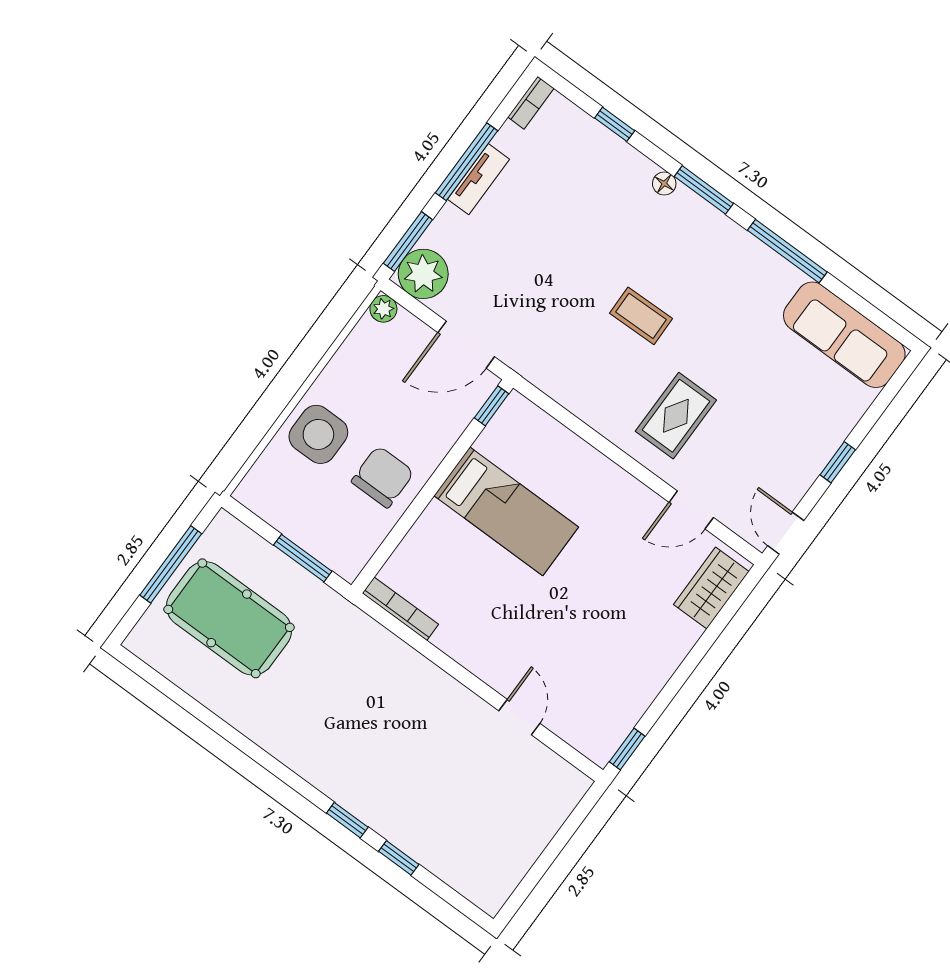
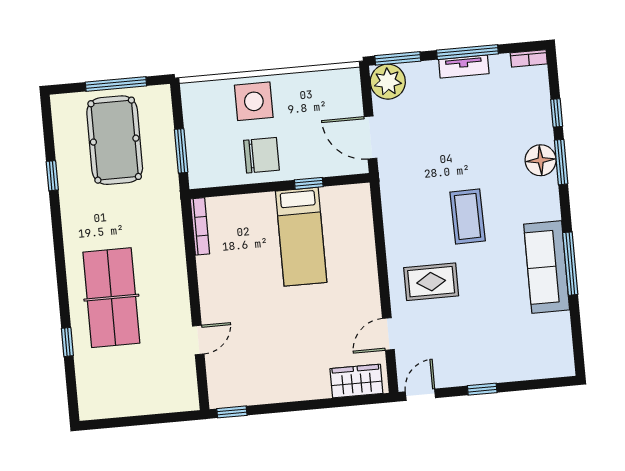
floor lamp: (664, 184) -> (541, 160), width x1.89, depth x1.89
window: (704, 190) -> (561, 162), moved
plant: (383, 309) -> (351, 77), removed
coffee table: (641, 316) -> (468, 216), width x1.36, depth x1.30
sofa: (844, 335) -> (547, 267), moved
window: (492, 406) -> (309, 183), moved
door: (691, 510) -> (388, 334), hinge flipped
table tennis table: (393, 770) -> (111, 298), added
window: (347, 820) -> (52, 176), moved

